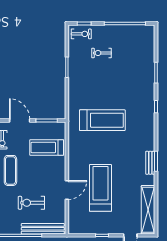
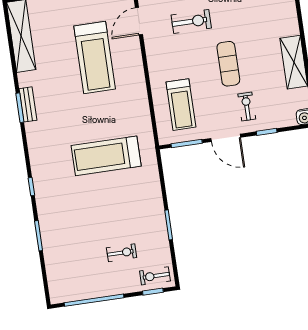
treadmill: (47, 148) -> (181, 105), turned 90
door: (67, 190) -> (139, 21), moved

